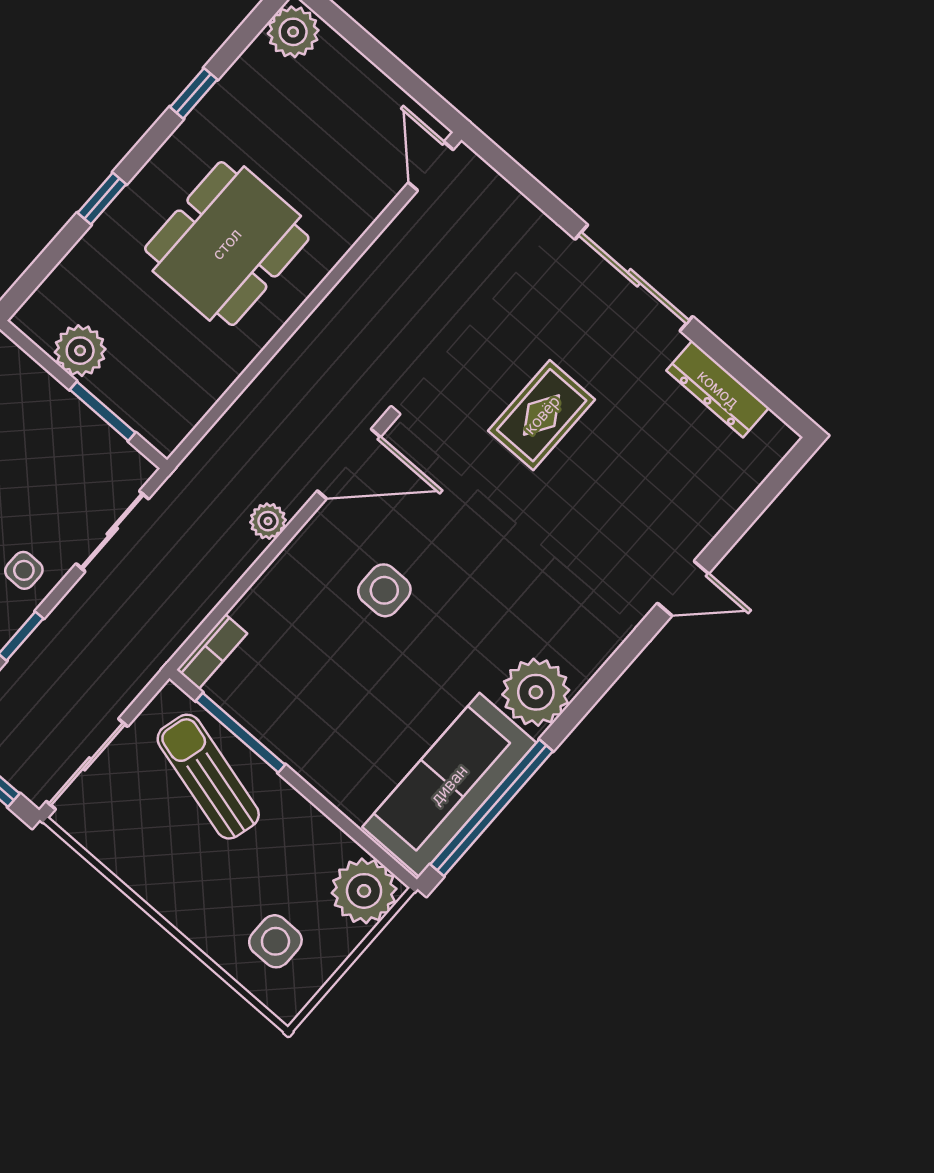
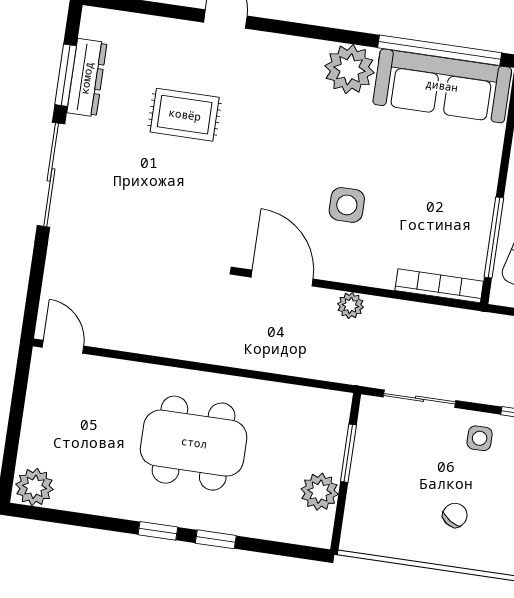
window: (194, 93) -> (158, 531), moved
door: (431, 166) -> (63, 347), swing flipped
window: (736, 367) -> (66, 75), added
rug: (542, 415) -> (185, 115), moved
bookcase: (212, 652) -> (439, 286), width x1.56

